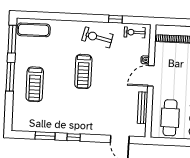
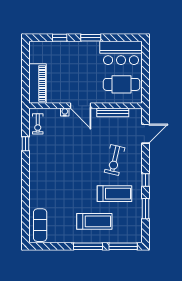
exercise bike: (97, 37) -> (115, 160), moved
window: (12, 39) -> (123, 246), moved
treadmill: (83, 71) -> (115, 194), moved

